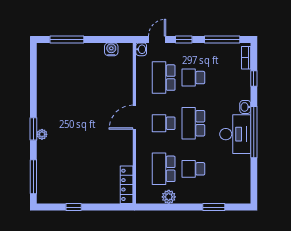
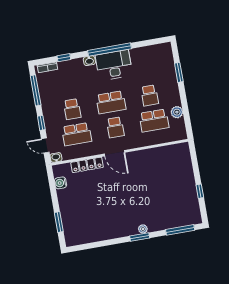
window: (67, 39) -> (59, 222), width x0.69
locker: (127, 185) -> (87, 165), moved

